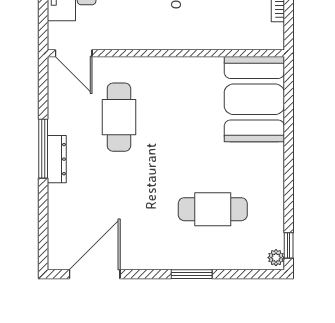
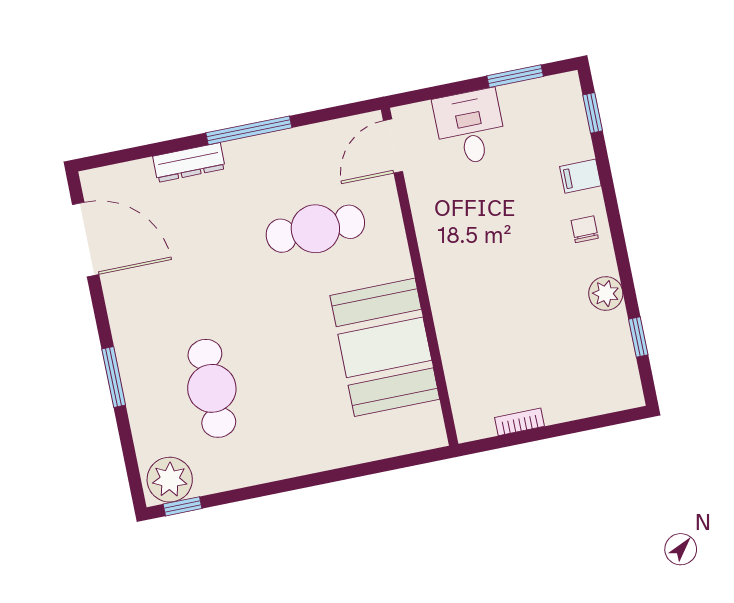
booth: (254, 99) -> (385, 347), moved, turned 90
dresser: (57, 159) -> (189, 163), moved
plant: (276, 258) -> (170, 480), width x1.87, depth x1.87

